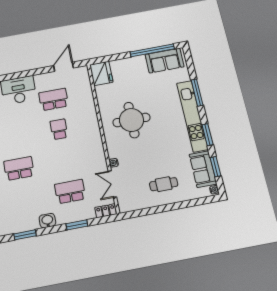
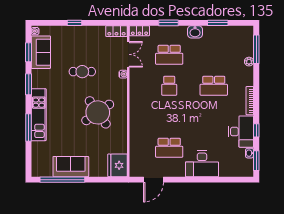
sofa: (165, 61) -> (71, 167), moved
kitchen unit: (192, 116) -> (39, 115), width x0.73
round table: (131, 120) -> (98, 112), turned -35
school desk: (59, 129) -> (169, 86), moved
cafe table: (164, 184) -> (82, 72), moved
locker: (130, 206) -> (116, 31), added
window: (175, 206) -> (75, 23), added

